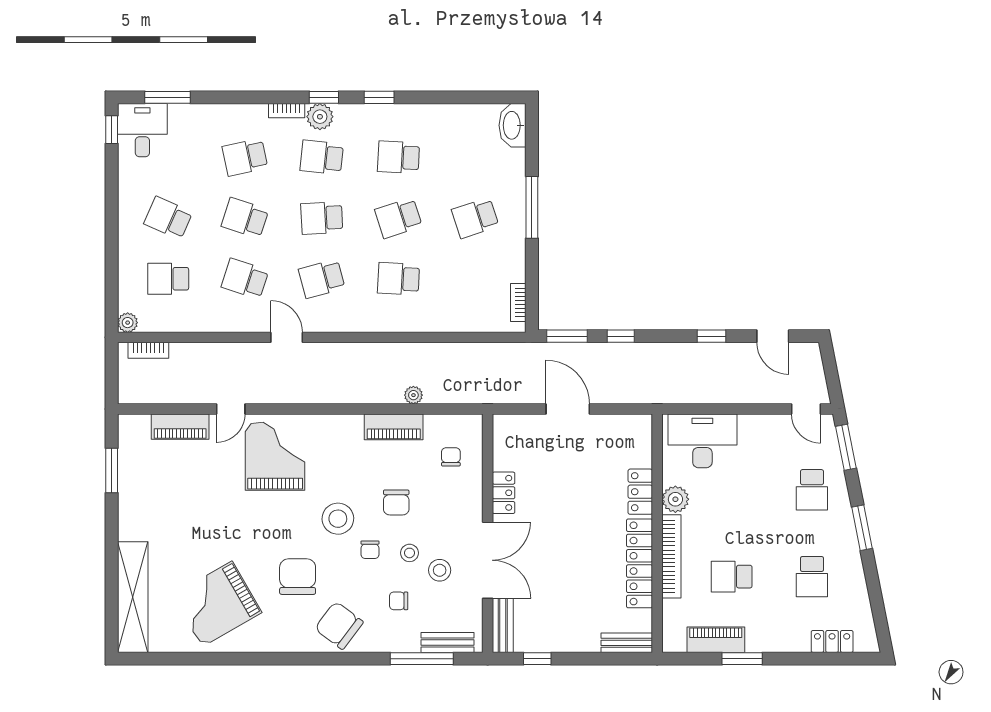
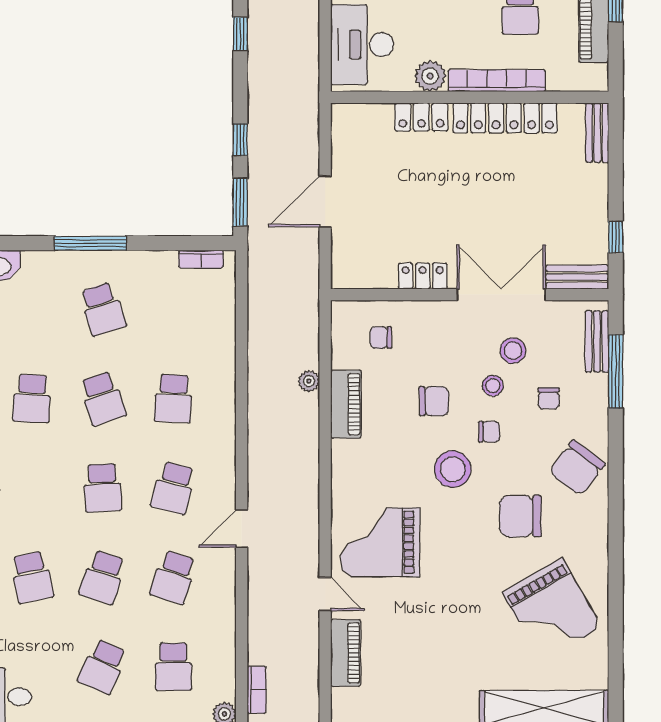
school desk: (322, 157) -> (32, 488), removed
school desk: (322, 279) -> (173, 488), turned 30

